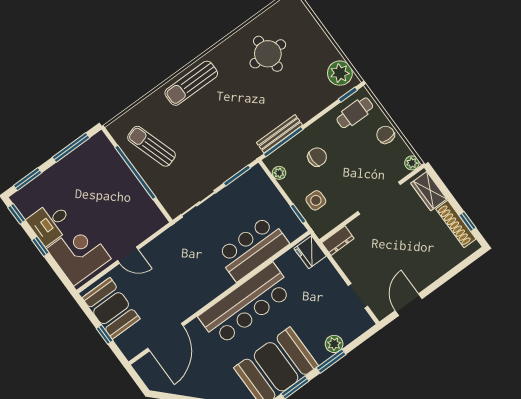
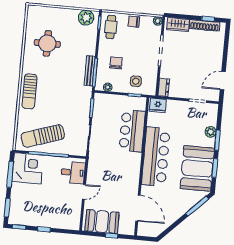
sun lounger: (152, 146) -> (43, 136), width x1.36, depth x1.34
desk: (50, 223) -> (73, 173), moved, turned -90
corner desk: (79, 254) -> (28, 168), moved, turned 90
door: (409, 305) -> (223, 81), hinge flipped

